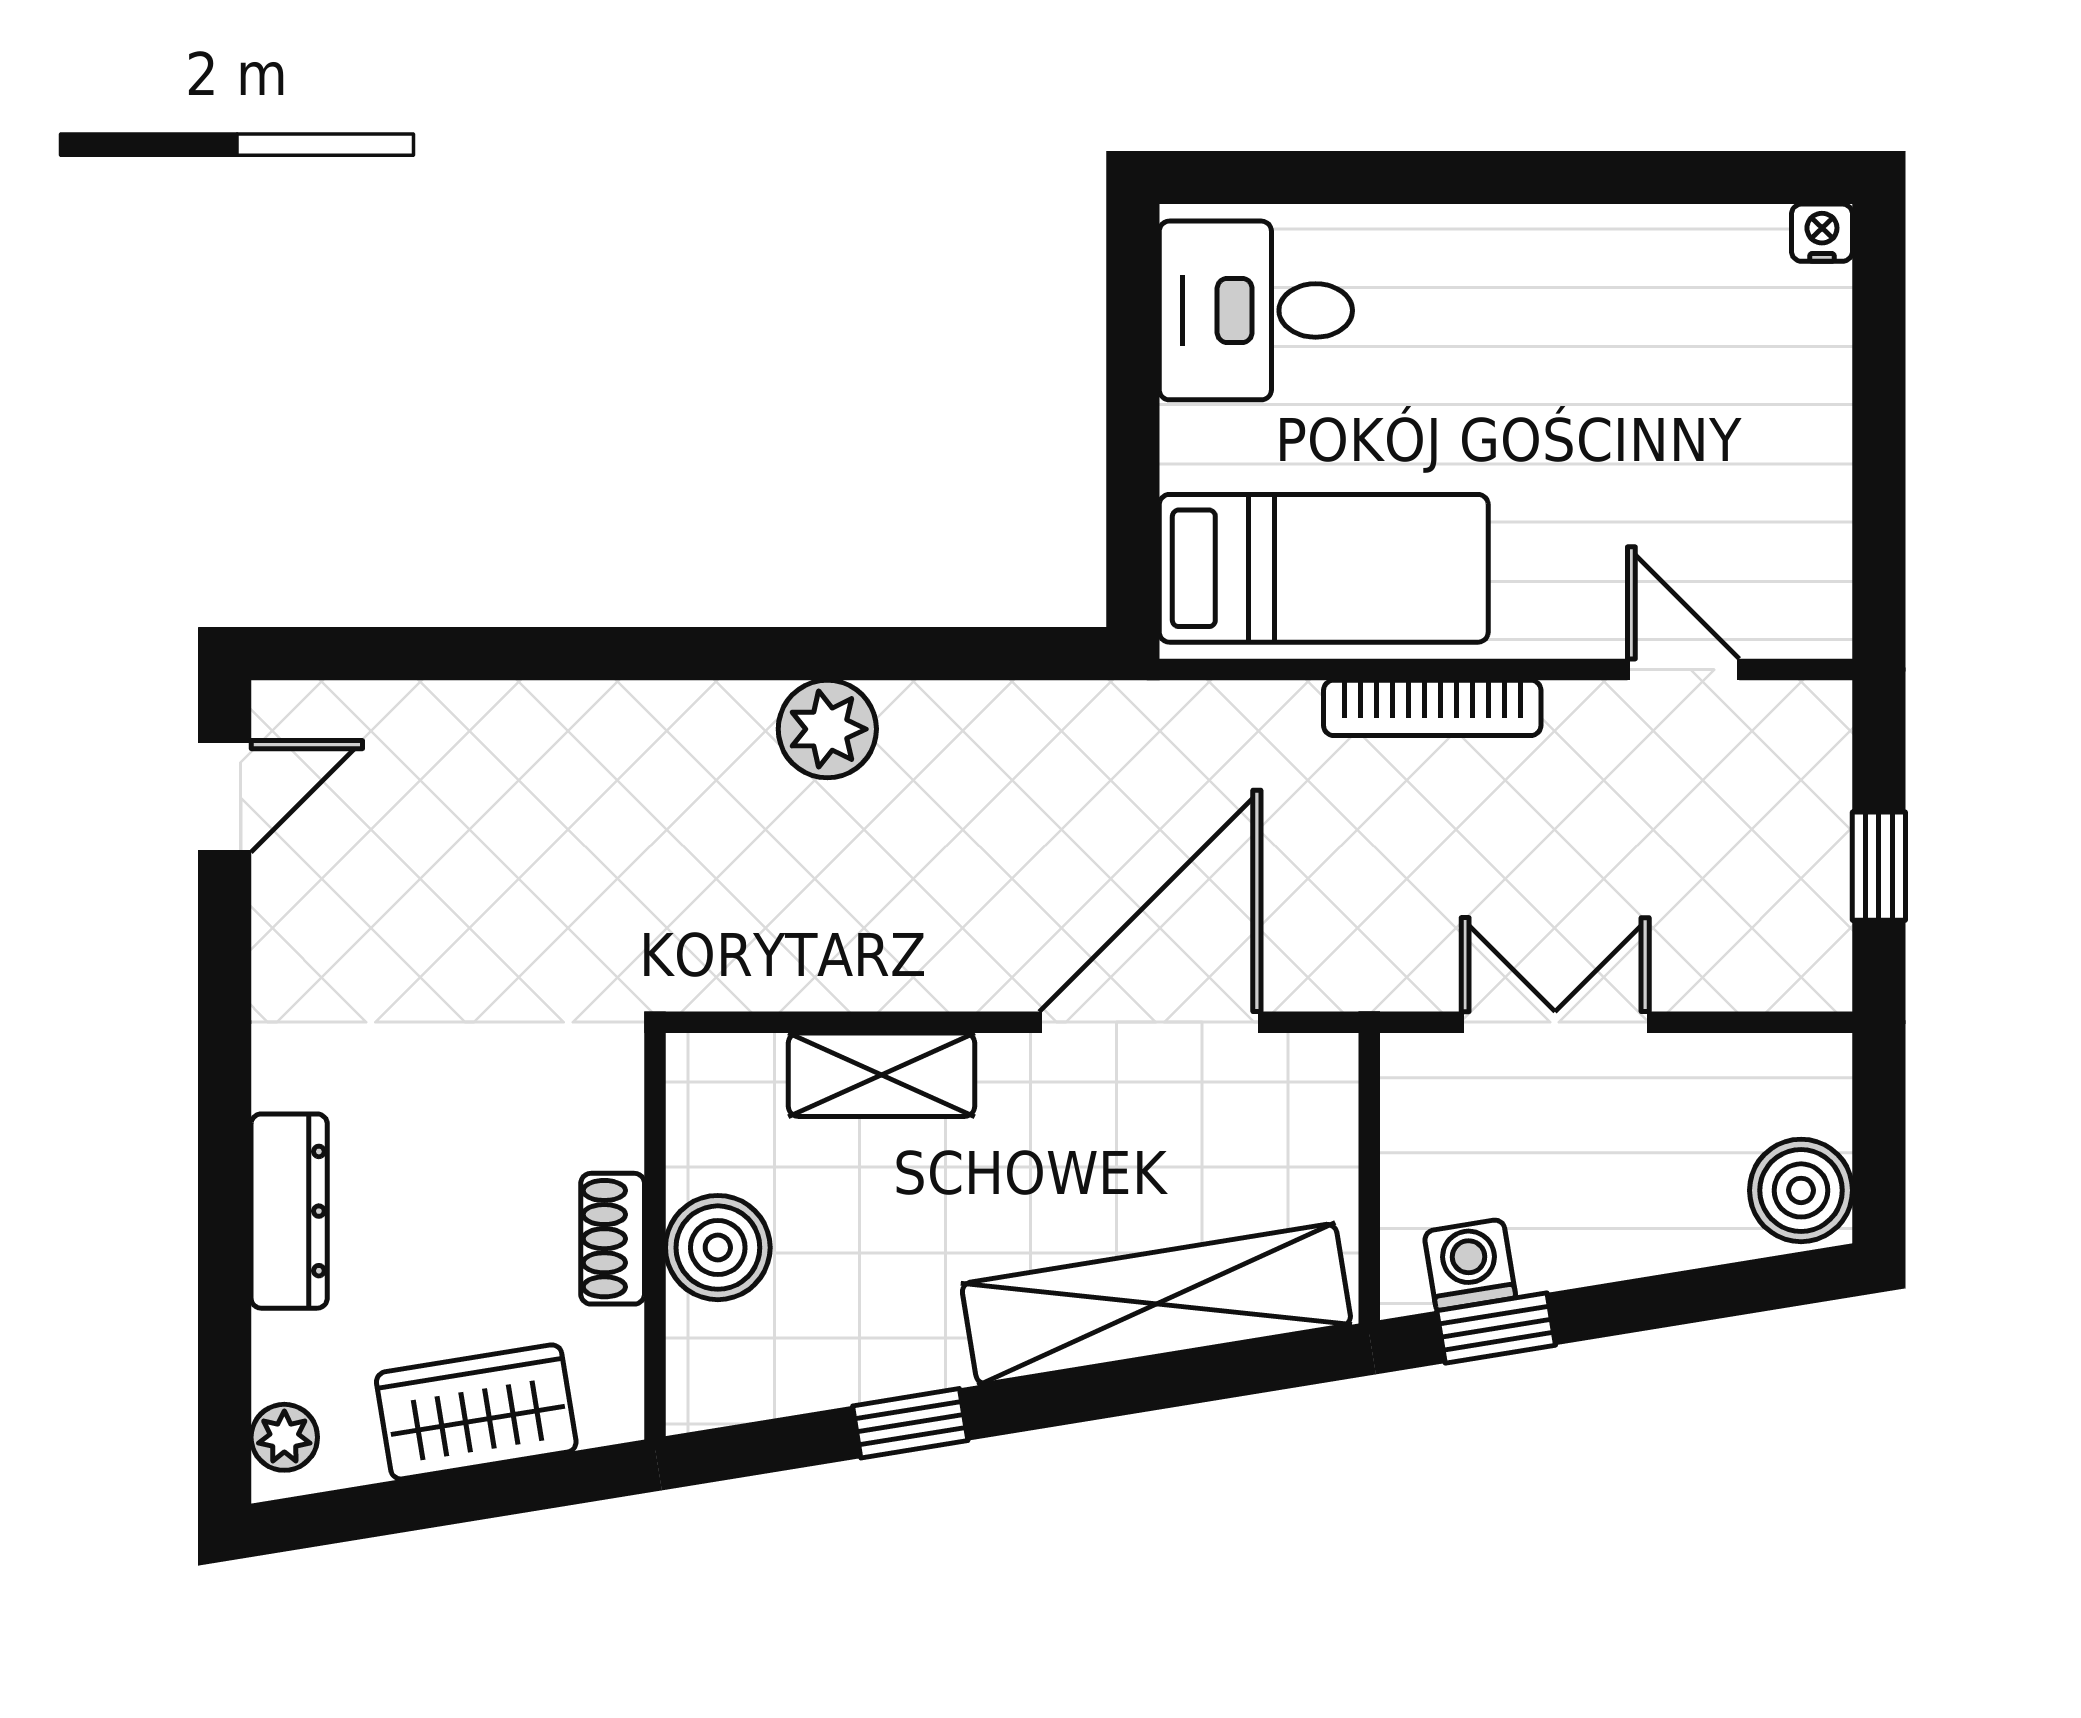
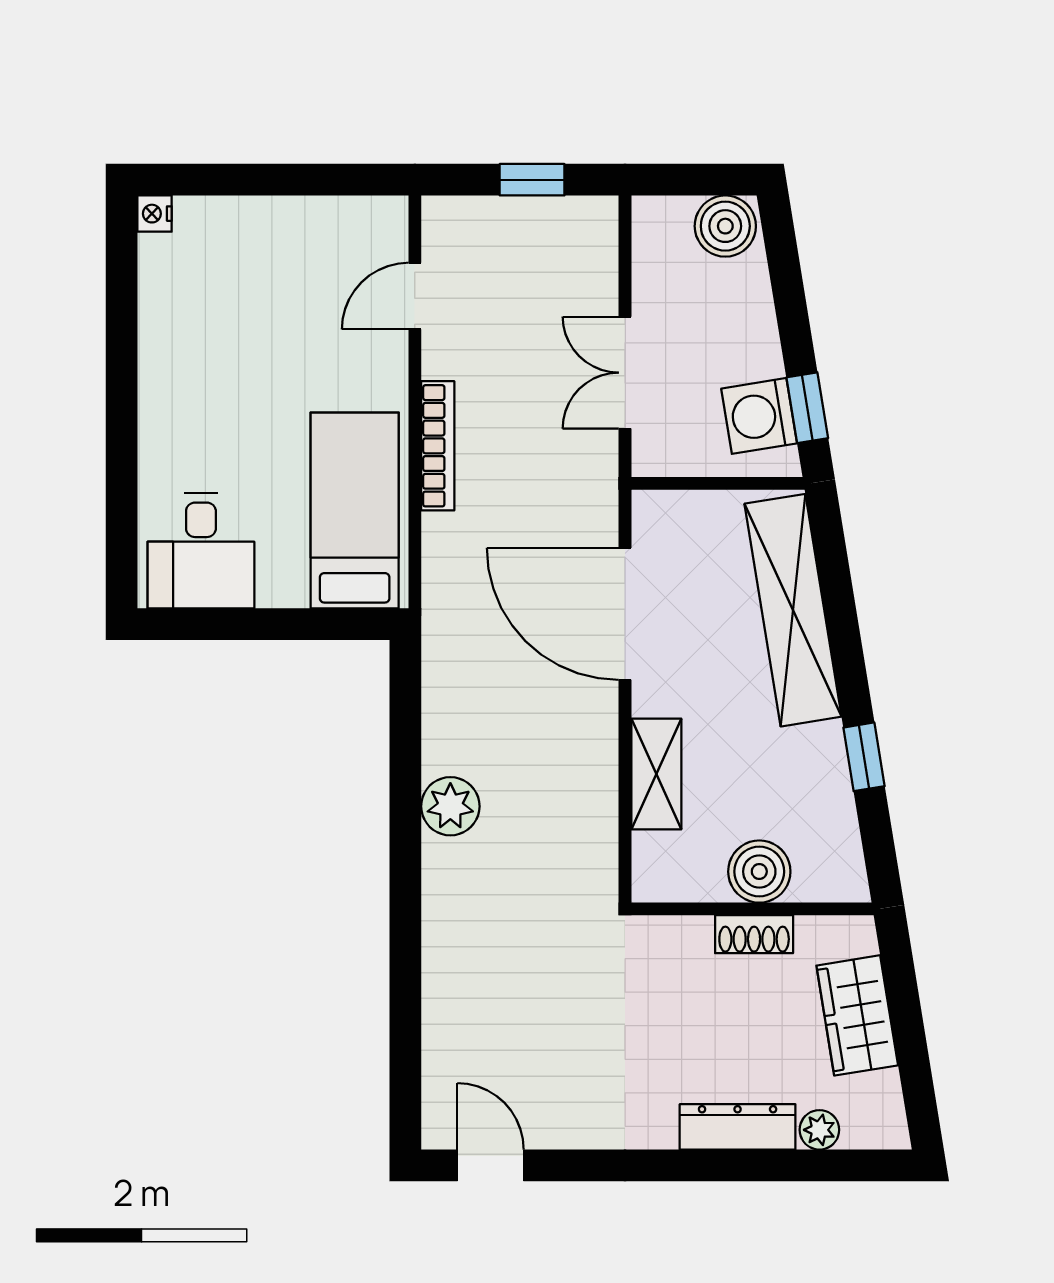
washing machine: (1470, 1265) -> (759, 416), width x1.38, depth x1.38
plant: (284, 1437) -> (819, 1130), moved

